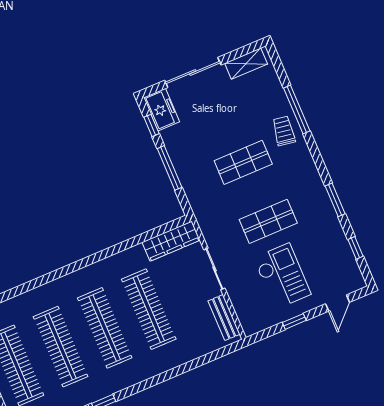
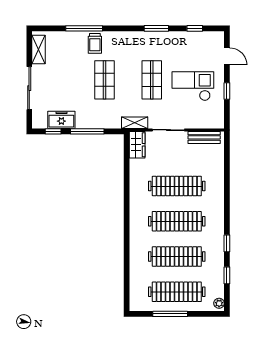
freezer: (162, 110) -> (61, 120), moved
trolley: (284, 131) -> (95, 43), turned -99
shelving: (206, 223) -> (135, 123), added
wardrobe: (171, 241) -> (137, 145), width x0.67

